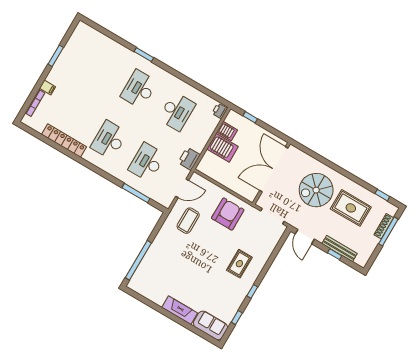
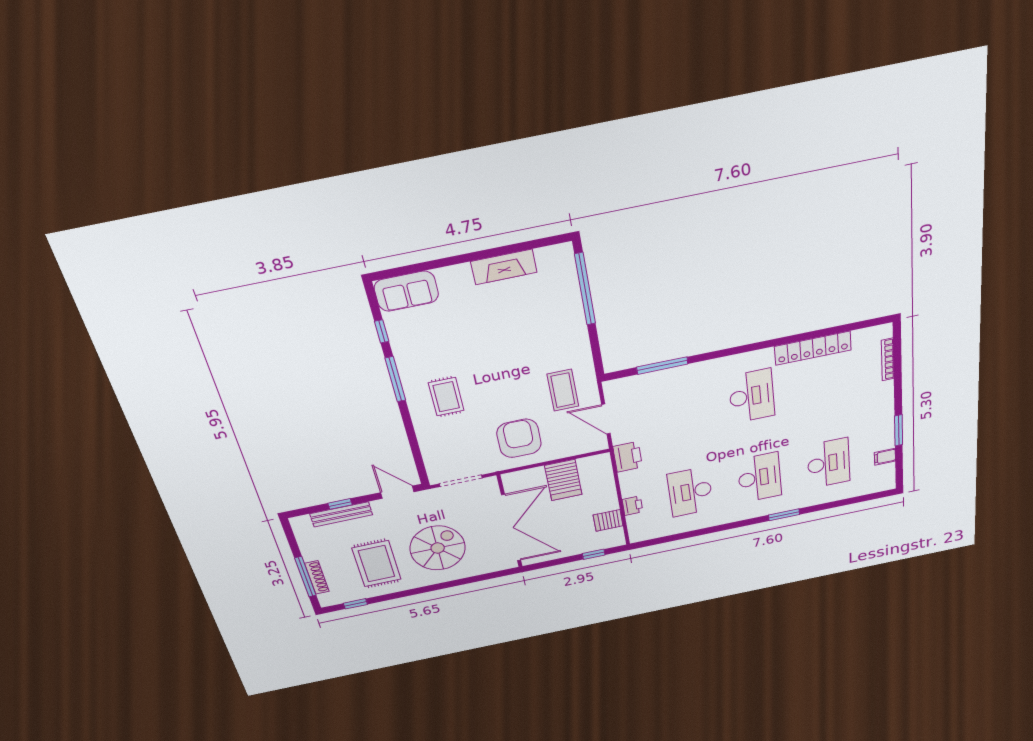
filing cabinet: (47, 87) -> (885, 457), moved
printer: (220, 111) -> (632, 506), moved
server rack: (223, 148) -> (563, 480), moved, turned -90
desk: (147, 162) -> (829, 463), moved
door: (182, 188) -> (606, 419), hinge flipped
rug: (351, 208) -> (377, 564), turned 90
armchair: (228, 214) -> (519, 438), turned 180
window: (252, 291) -> (395, 379), width x2.17
fireplace: (180, 310) -> (504, 267), moved

